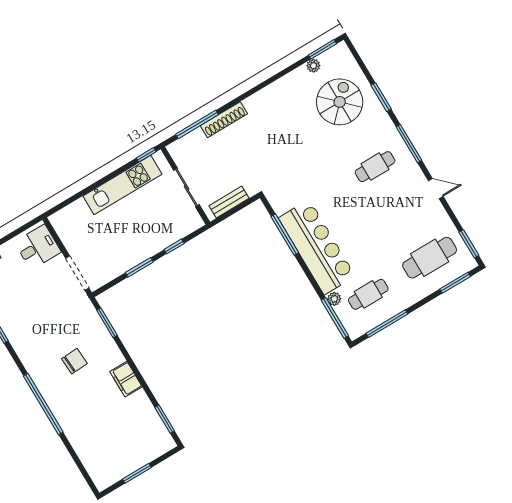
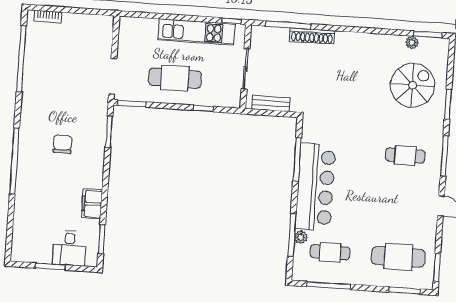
cafe table: (132, 238) -> (175, 78), added
desk: (38, 247) -> (69, 248), moved, turned 90
window: (139, 267) -> (132, 104), moved
window: (335, 318) -> (292, 235), moved
chair: (74, 361) -> (62, 144), turned -87
filing cabinet: (126, 379) -> (92, 204), moved

